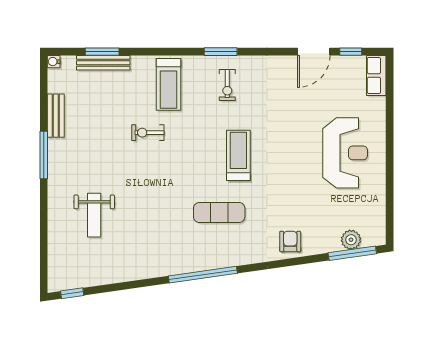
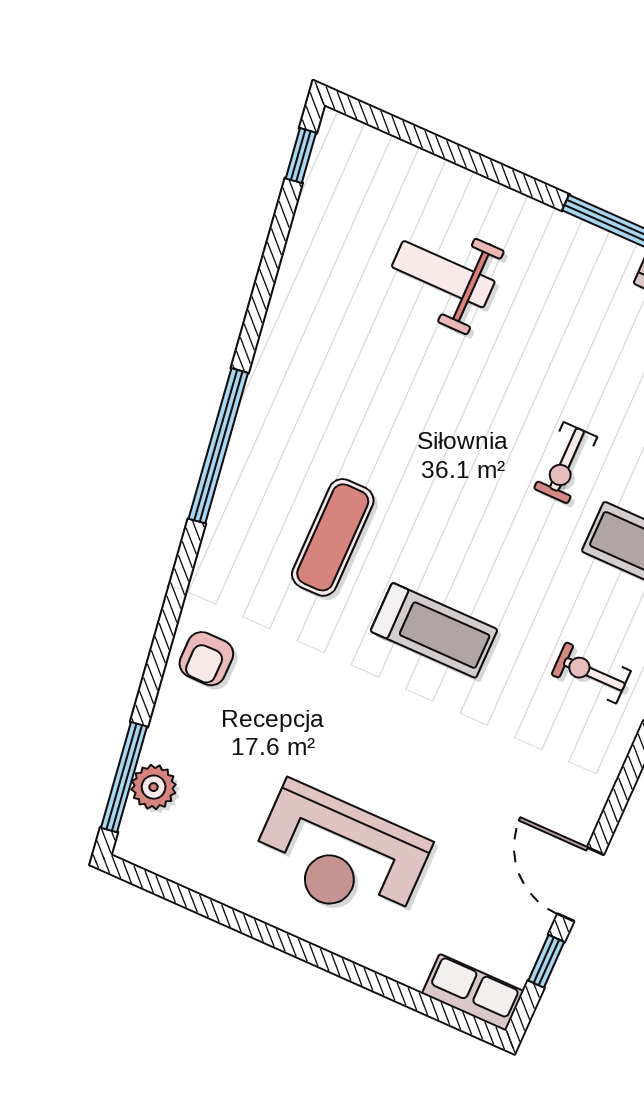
exercise bike: (148, 133) -> (566, 463), turned 180
armchair: (290, 241) -> (206, 659), turned 90

